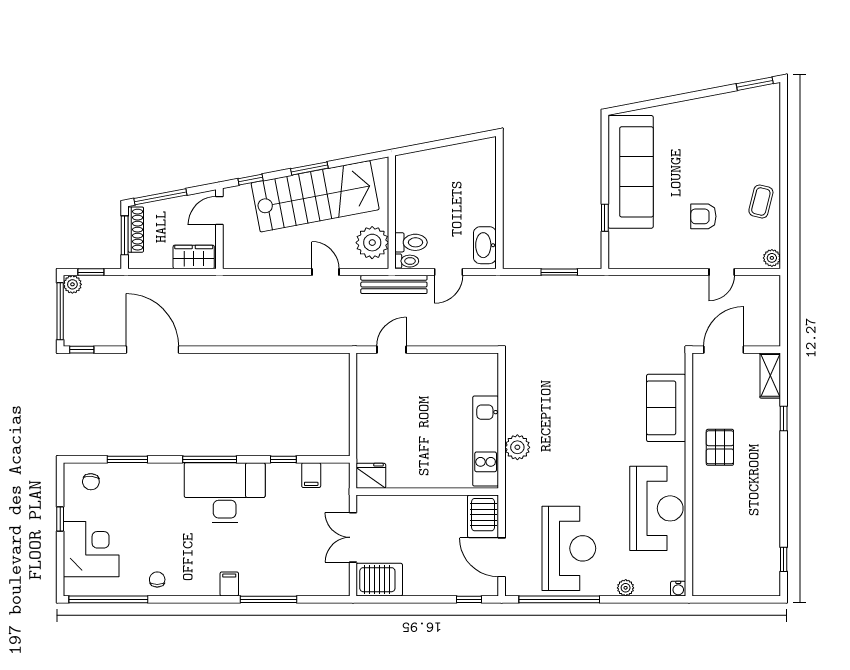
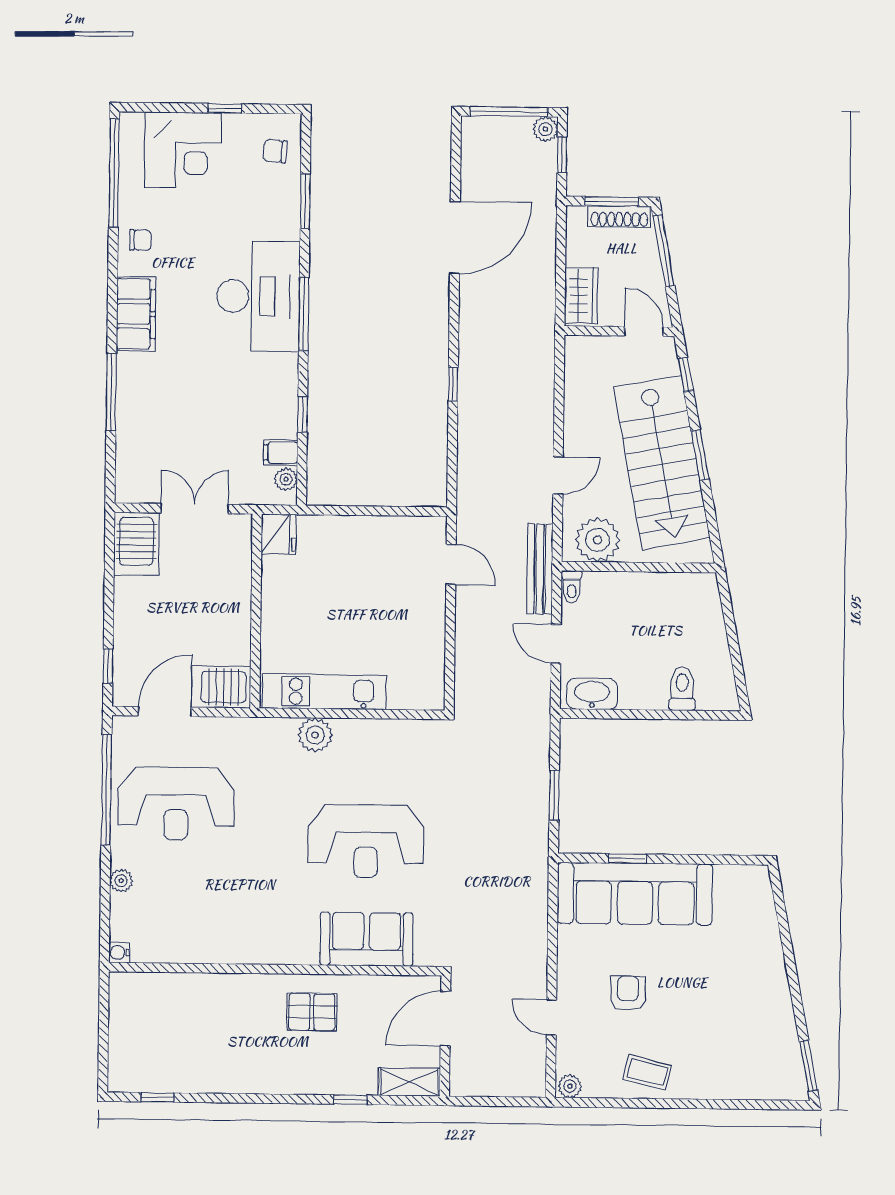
sofa: (631, 172) -> (635, 894), moved
toilet: (411, 242) -> (682, 689), moved, turned 180
window: (82, 350) -> (453, 384), moved
door: (724, 350) -> (445, 1019), swing flipped
plant: (331, 471) -> (286, 479), added
desk: (225, 493) -> (258, 296), moved
reception desk: (656, 508) -> (366, 841), moved
filing cabinet: (229, 584) -> (136, 314), width x3.00, depth x1.17

